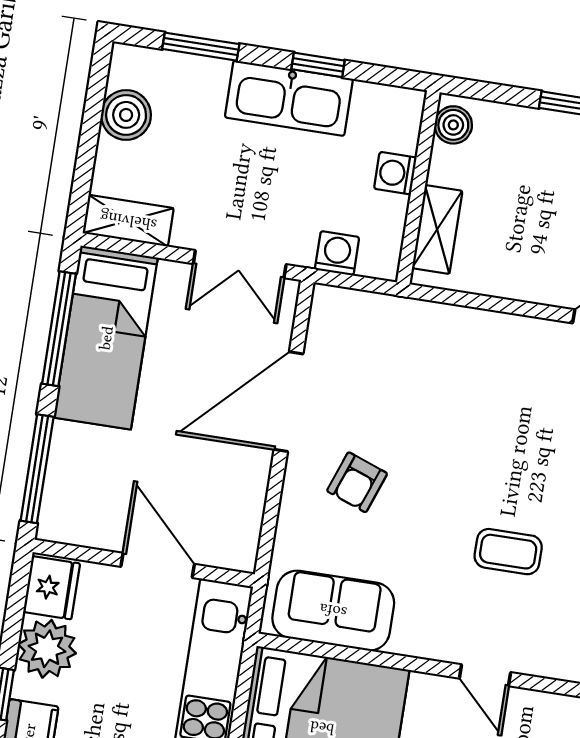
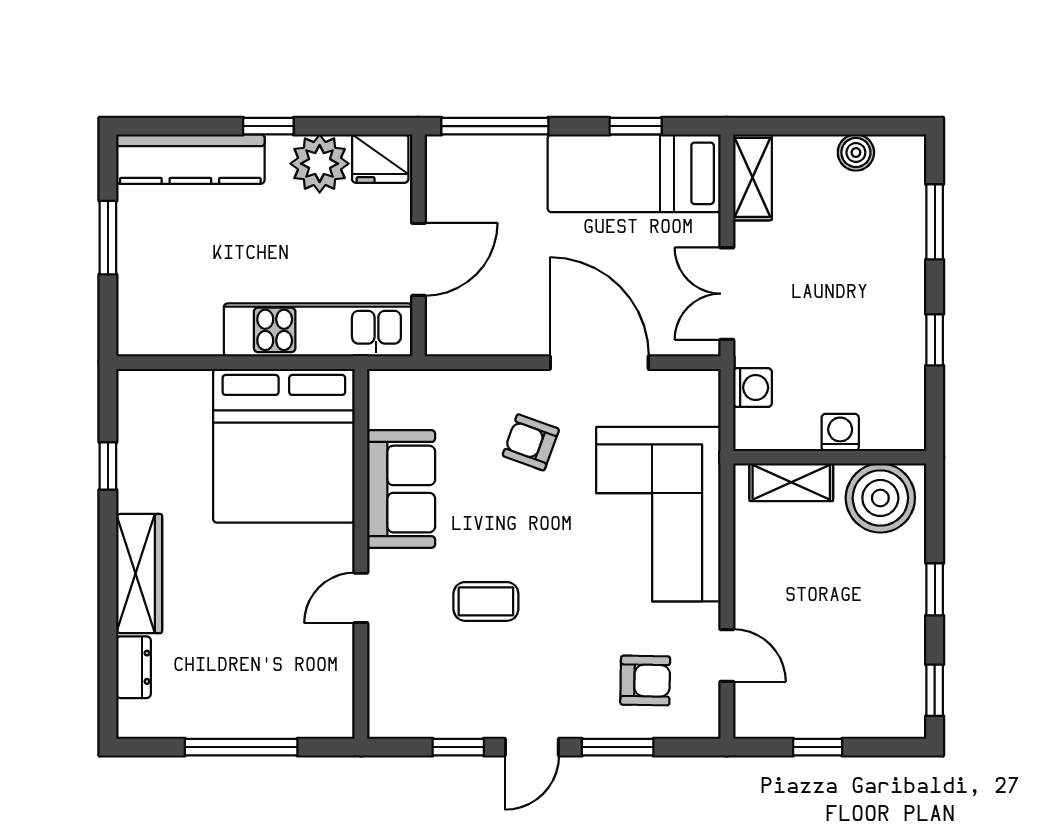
kitchen sink: (289, 98) -> (898, 316), removed
boiler: (126, 115) -> (856, 152), width x0.73, depth x0.73
boiler: (453, 125) -> (880, 498), width x1.86, depth x1.86
window: (59, 329) -> (636, 126), width x0.46
corner sofa: (448, 366) -> (658, 514), added
coffee table: (508, 552) -> (486, 601), turned 90
sofa: (333, 611) -> (401, 489), moved

